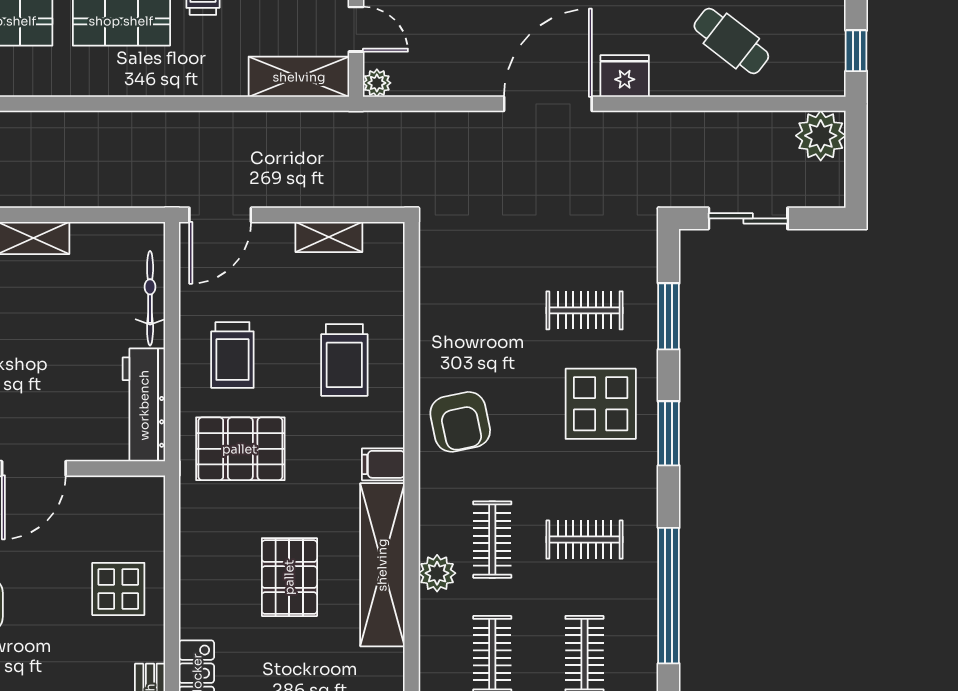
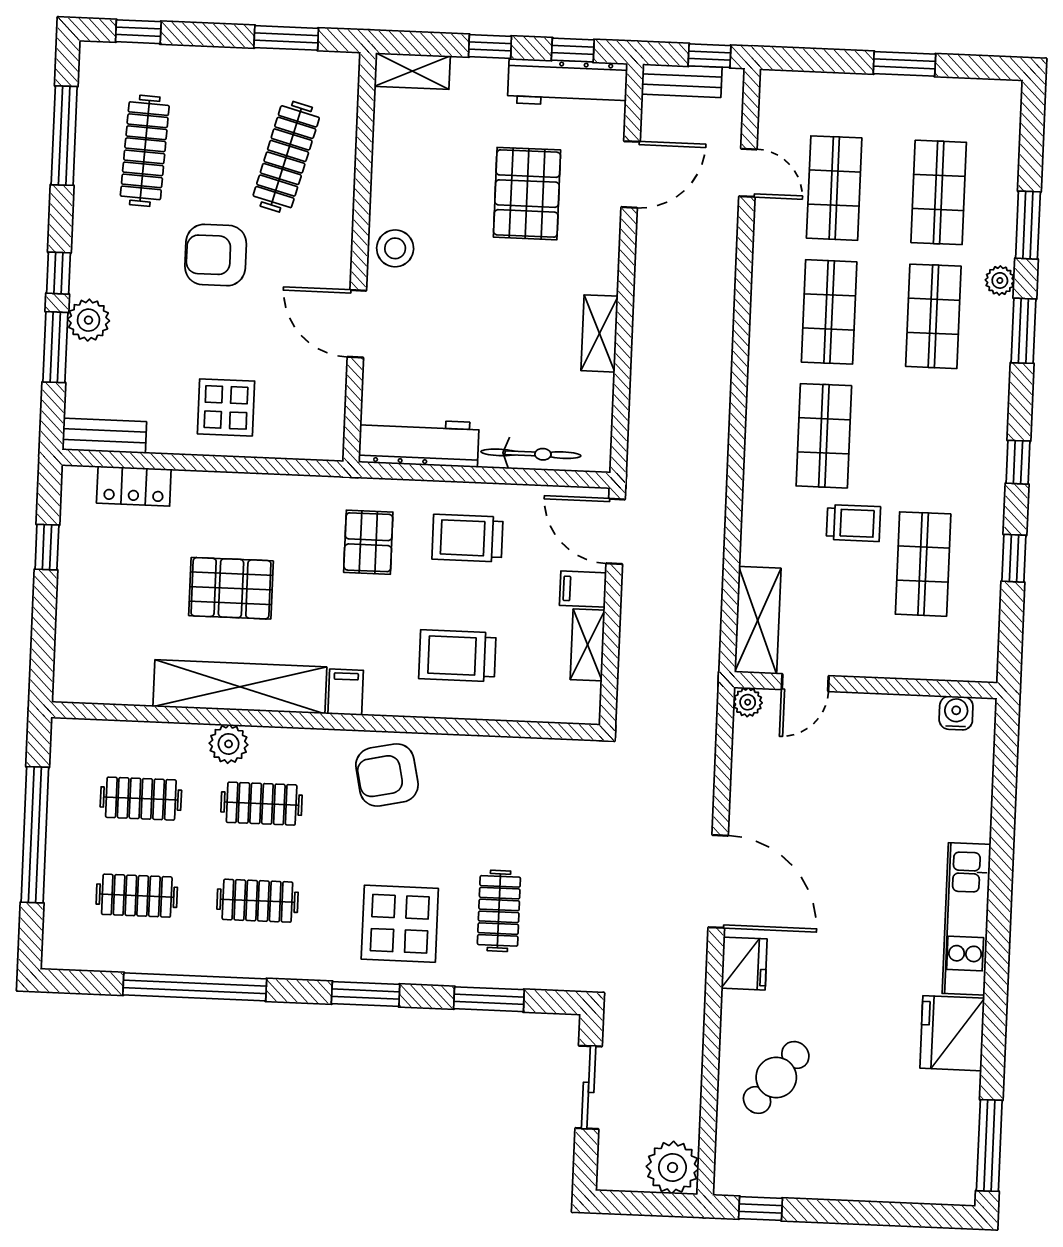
filing cabinet: (276, 244) -> (583, 589), added
pallet: (240, 449) -> (368, 542), width x0.67, depth x0.71
clothes rail: (584, 540) -> (257, 901), turned 90

